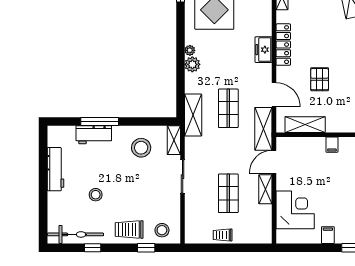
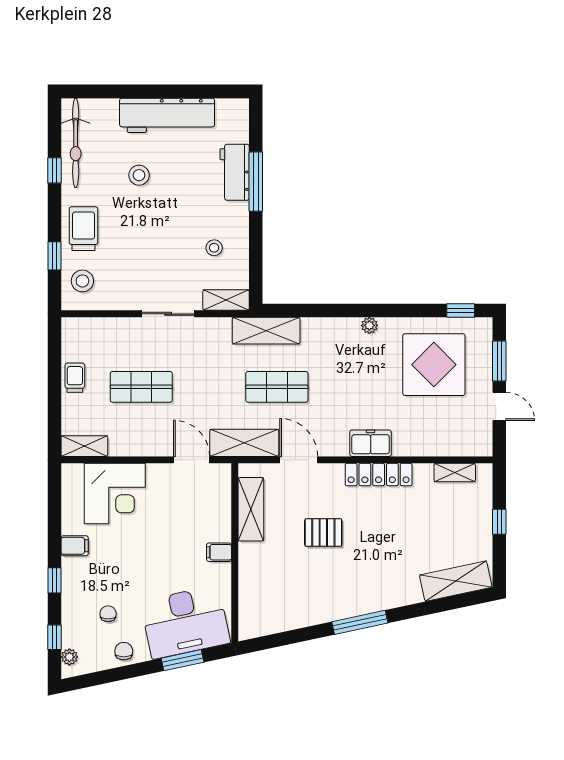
plant: (192, 64) -> (347, 330), removed
door: (274, 95) -> (299, 460), swing flipped
stool: (141, 148) -> (214, 248), width x0.53, depth x0.53
workbench: (55, 169) -> (167, 115), width x1.36, depth x1.32
shelving: (265, 189) -> (84, 446), moved

